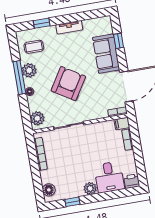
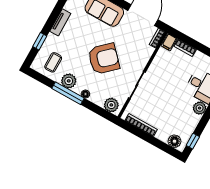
armchair: (68, 84) -> (104, 59), turned 105
window: (72, 202) -> (193, 141), moved

